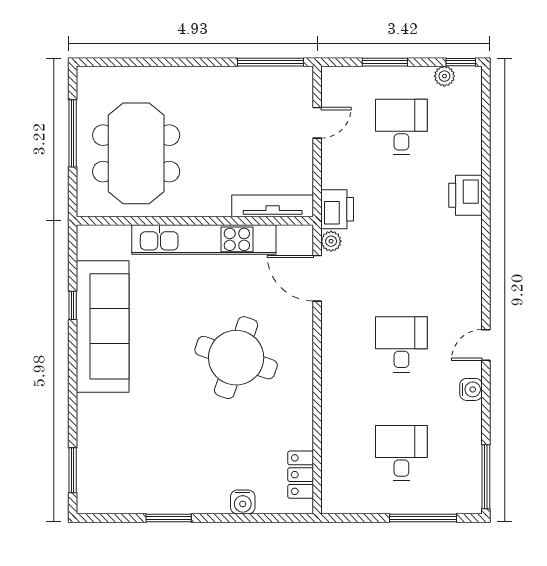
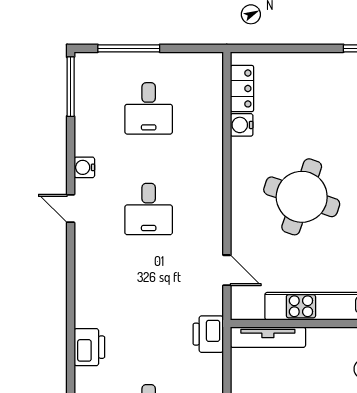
plant: (331, 241) -> (214, 305), removed
door: (317, 278) -> (227, 270), width x0.73
door: (486, 345) -> (71, 209), swing flipped
water cooler: (243, 502) -> (242, 125), moved, turned -90

